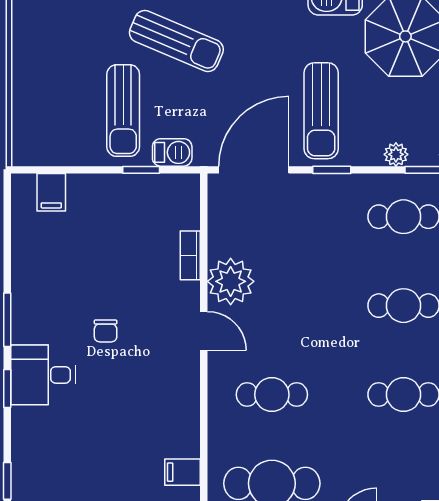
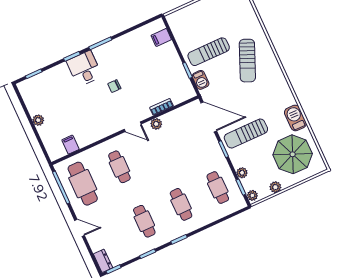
plant: (231, 281) -> (156, 124), width x0.53, depth x0.53
door: (204, 331) -> (133, 127), hinge flipped

